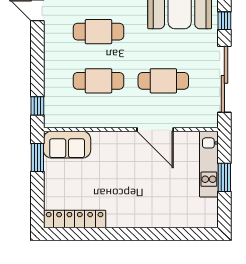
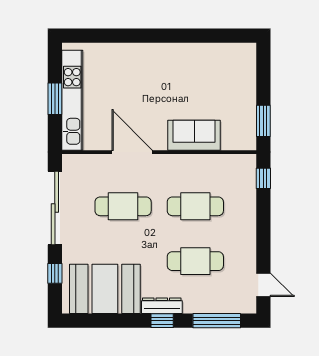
sofa: (67, 145) -> (194, 135), moved
kitchen unit: (209, 164) -> (72, 100), width x1.36
locker: (75, 219) -> (222, 52), removed

